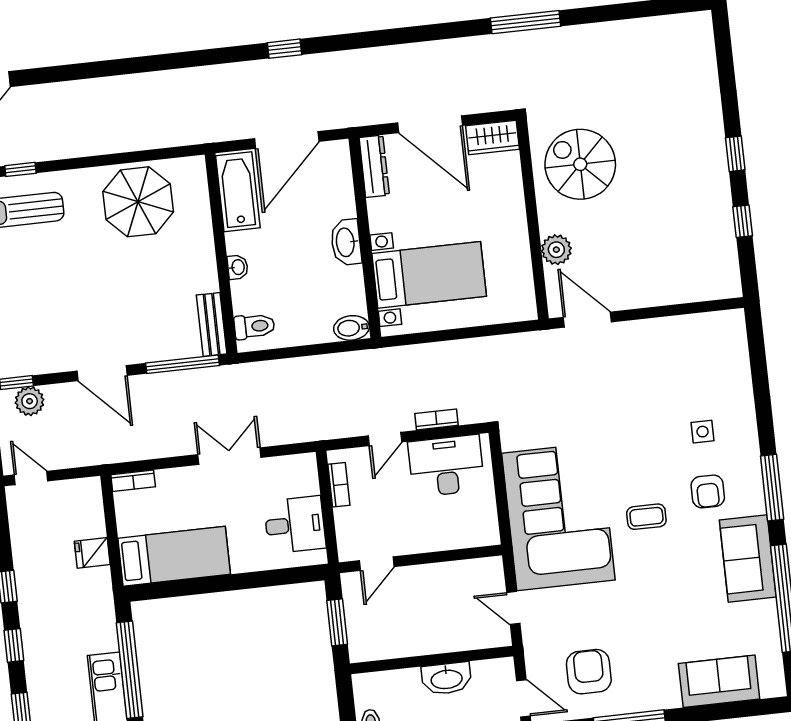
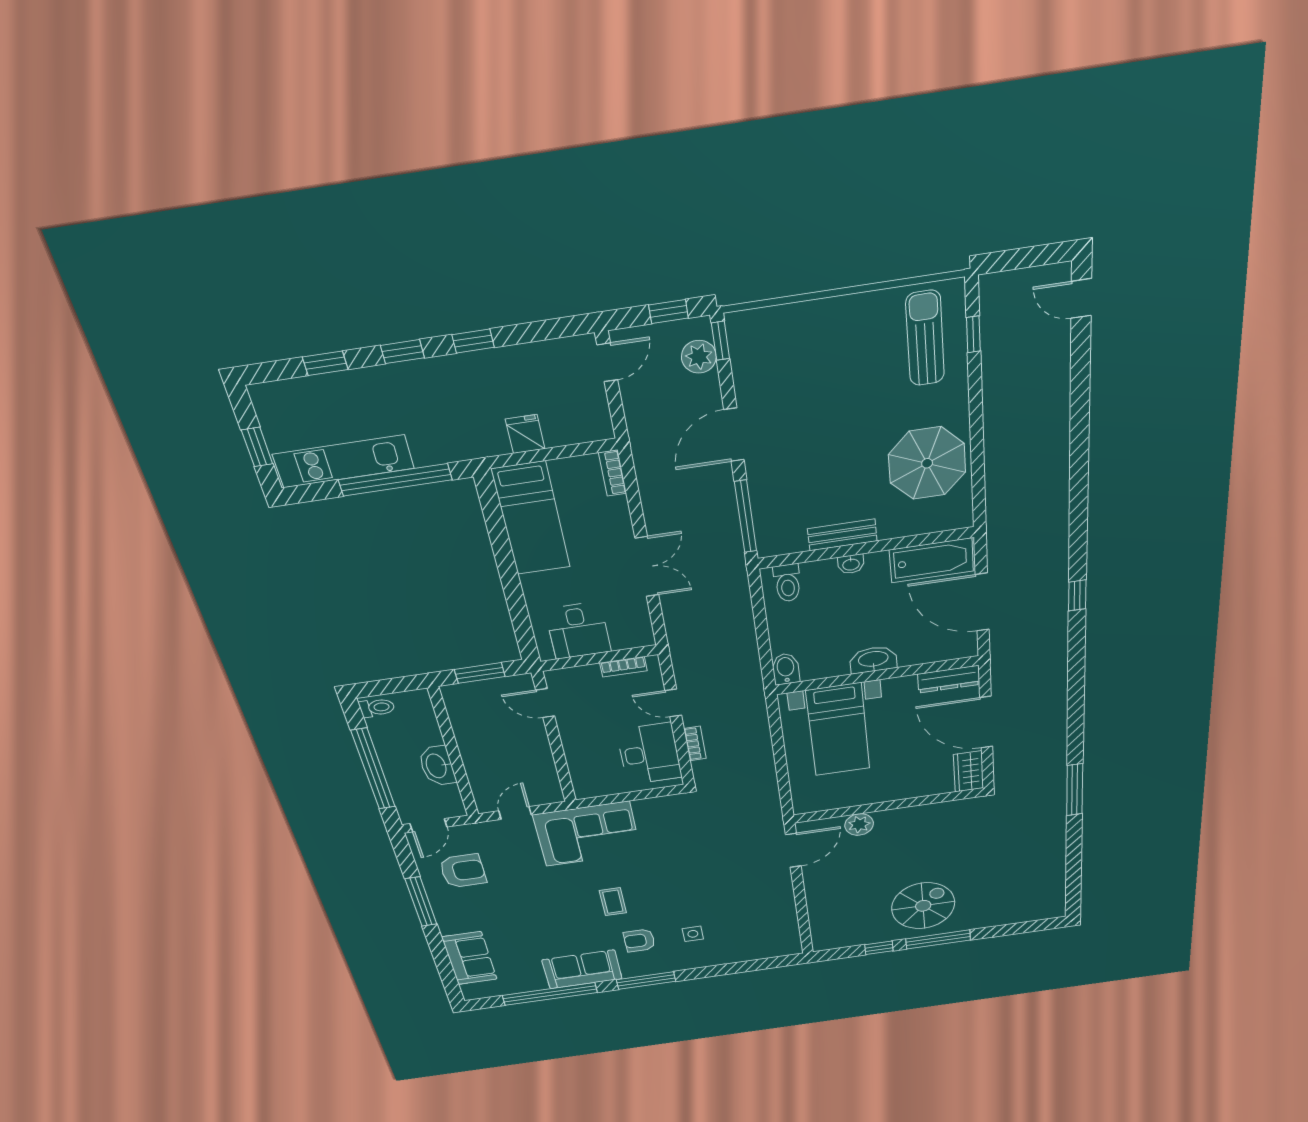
door: (430, 124) -> (986, 722), hinge flipped
window: (735, 154) -> (938, 939), width x2.17
spiral stairs: (580, 164) -> (923, 906), moved
bench: (212, 324) -> (842, 535), moved
corner sofa: (558, 517) -> (587, 834), width x0.73, depth x0.74

